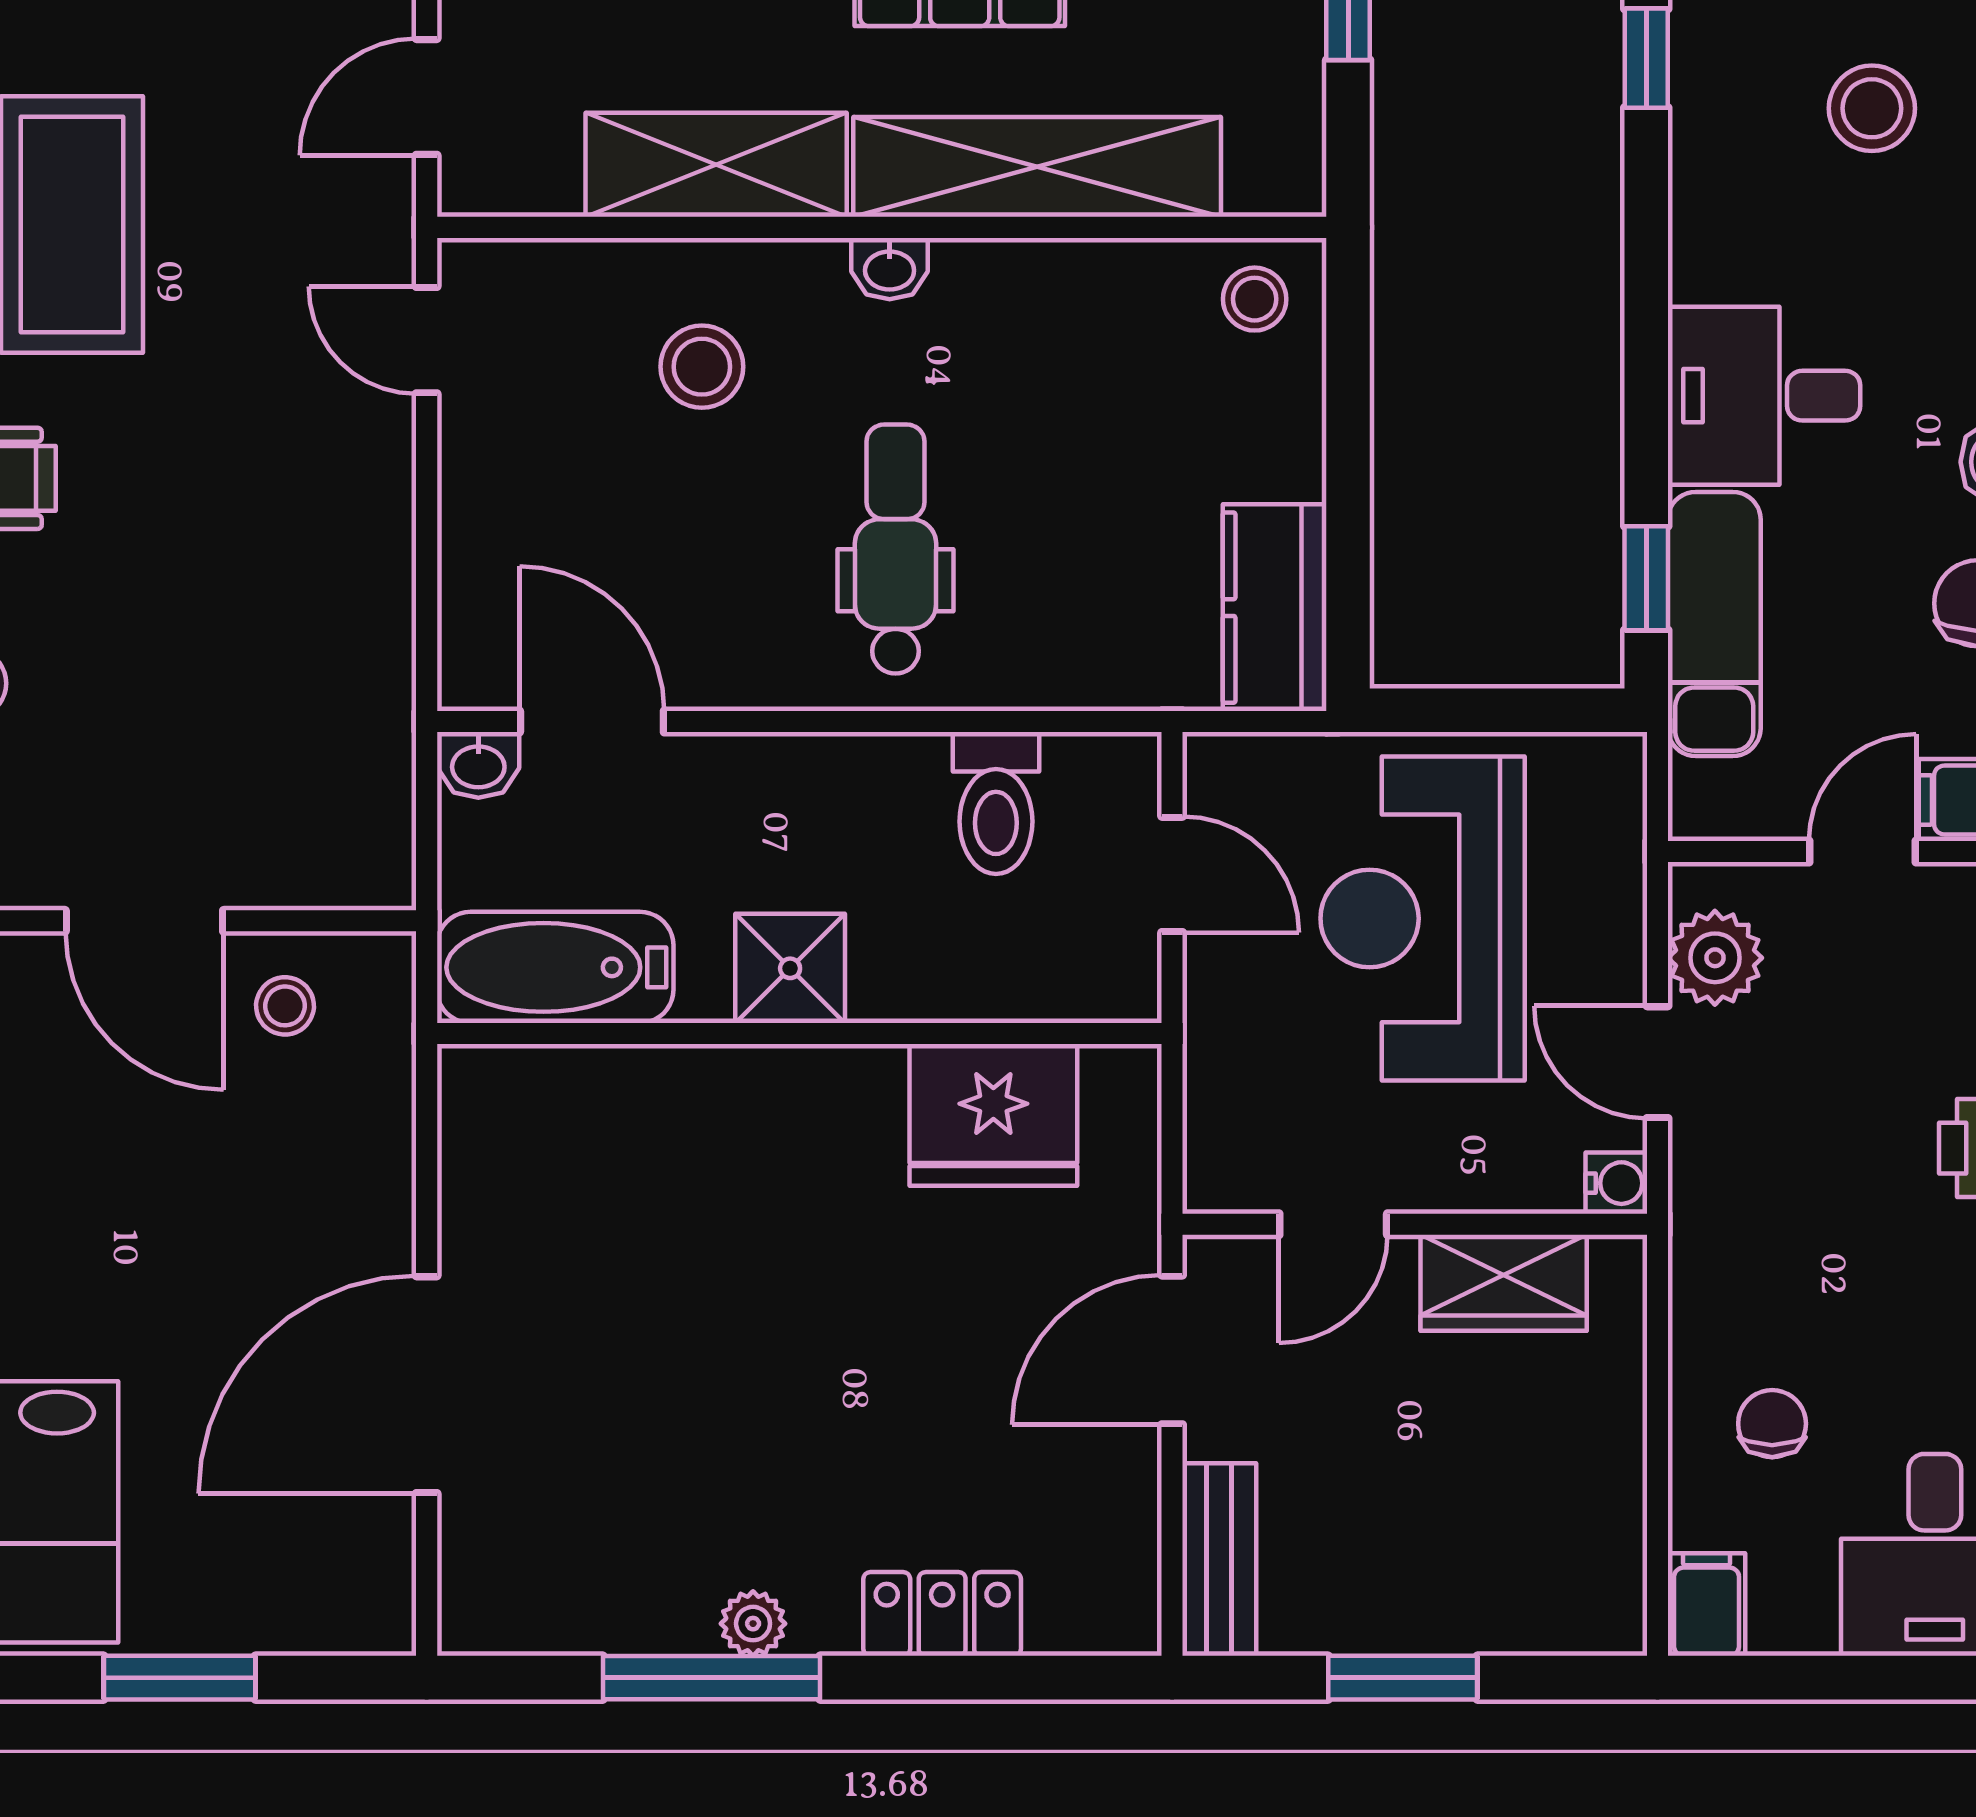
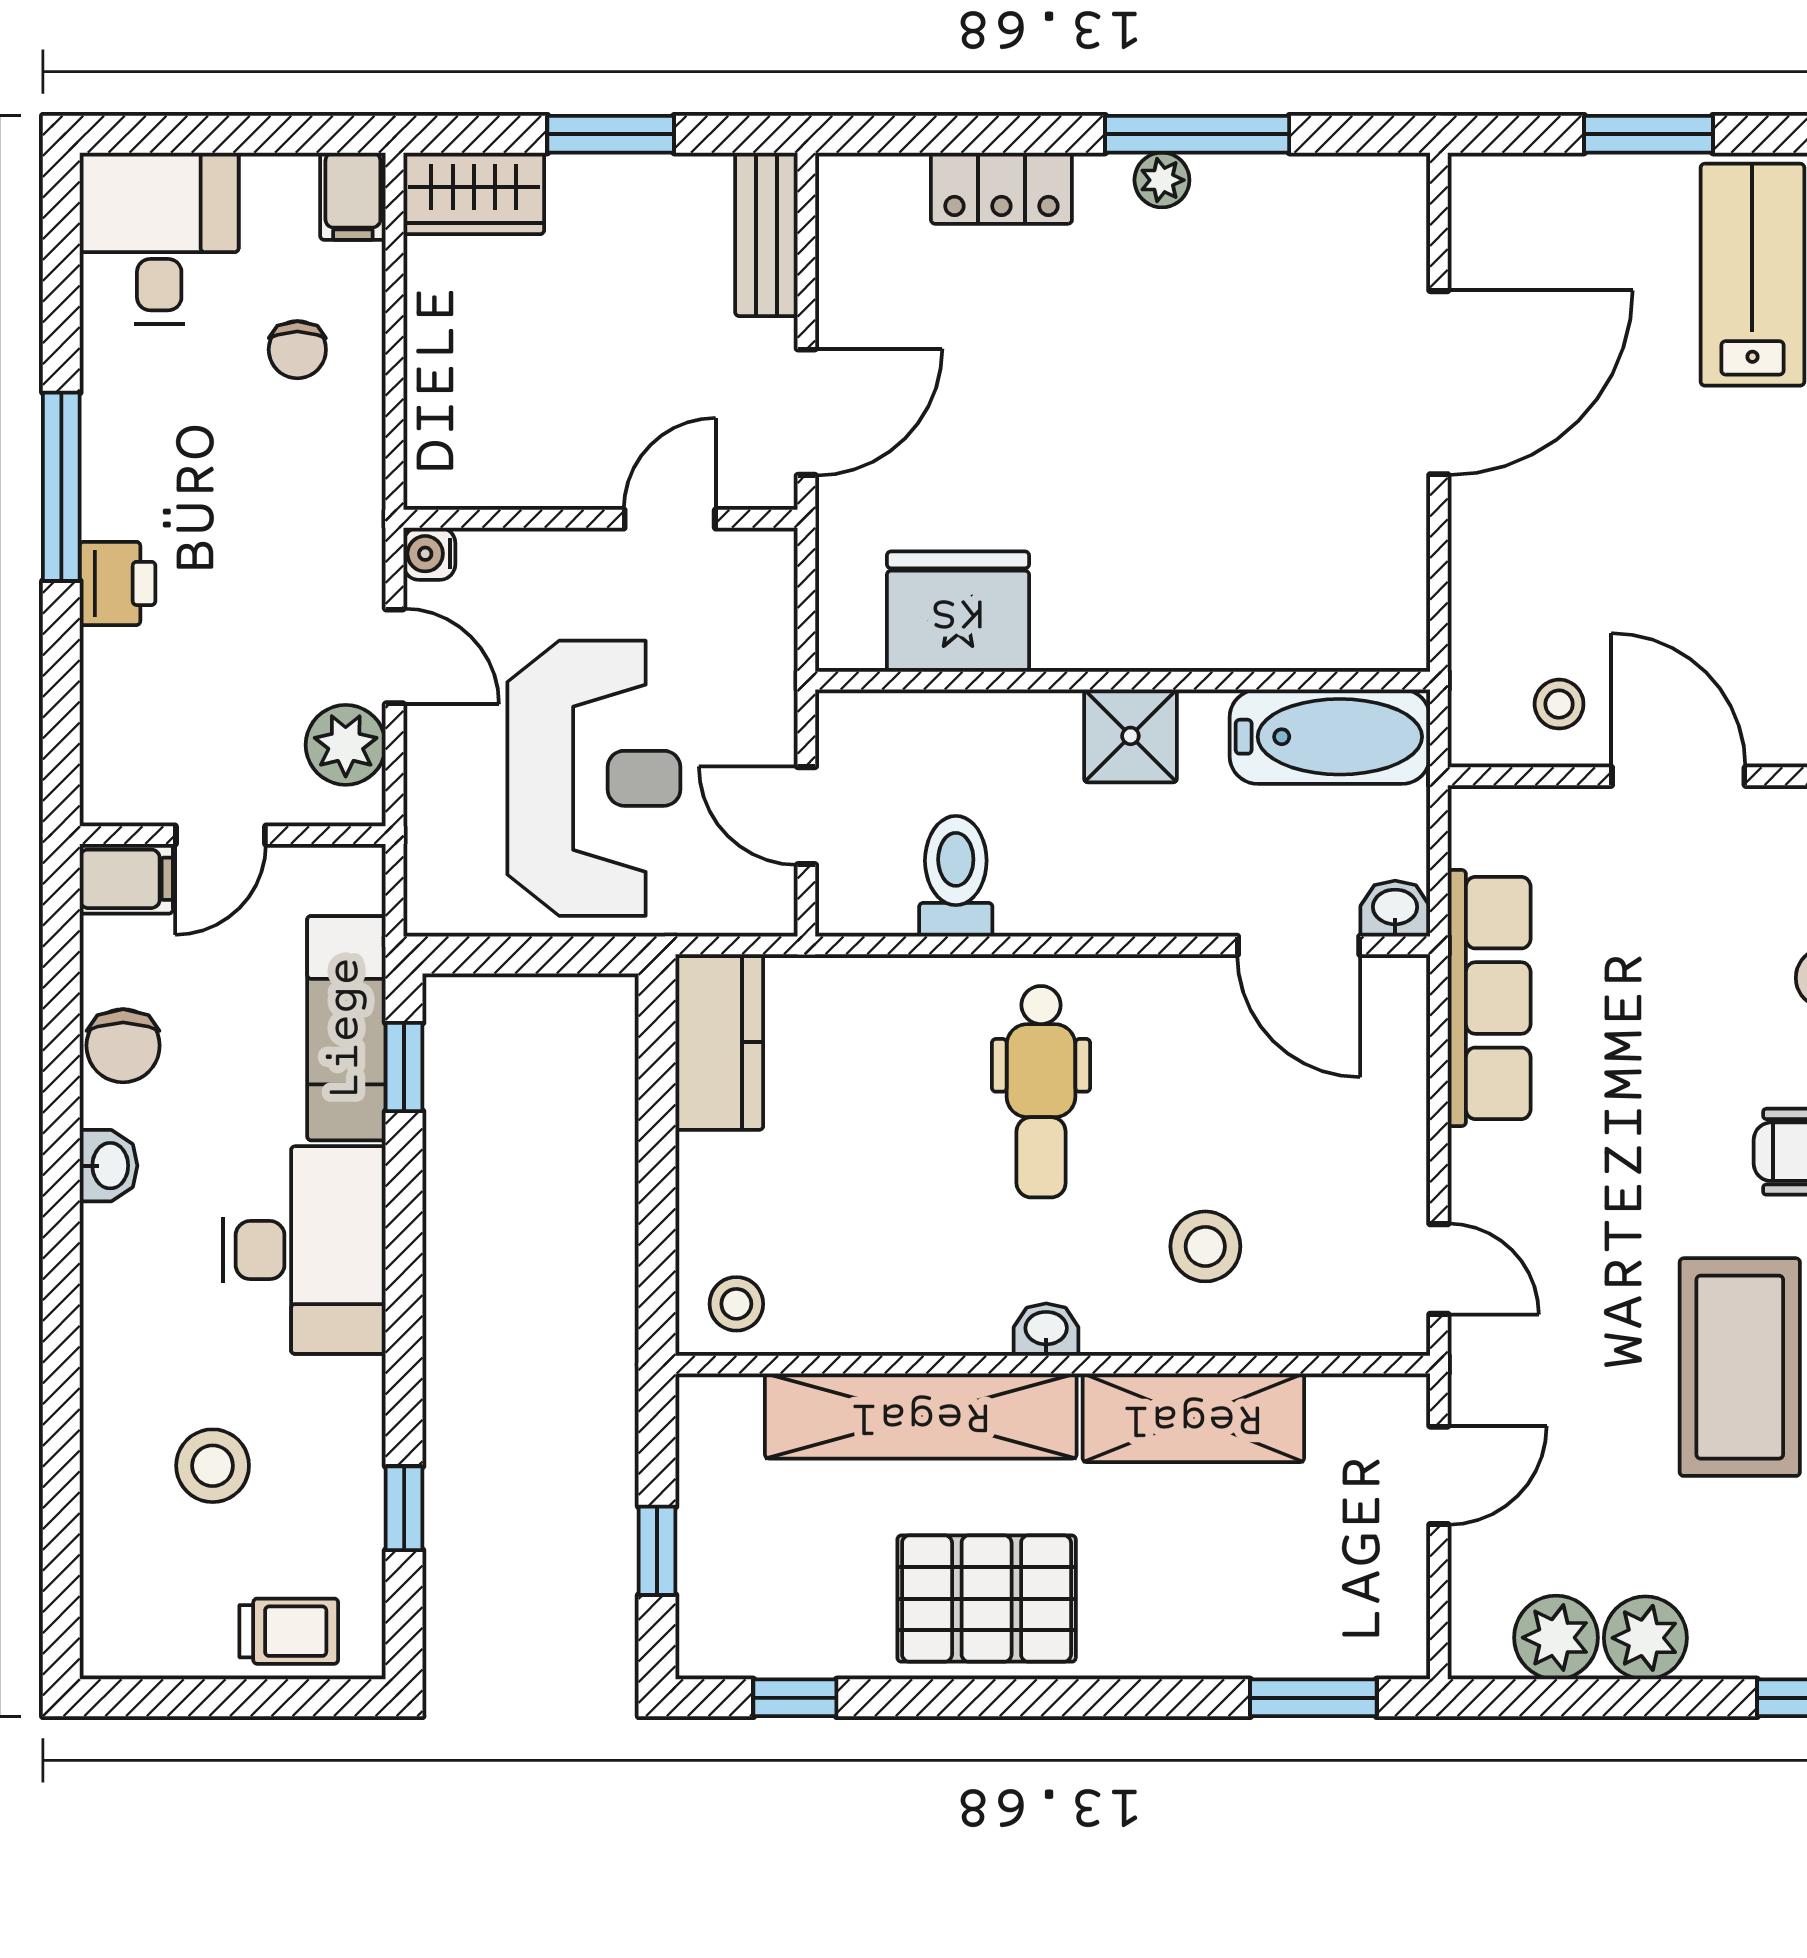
desk: (1764, 396) -> (304, 1250), width x1.37
row of seats: (367, 660) -> (1489, 998), added
wardrobe: (1504, 1283) -> (474, 193), moved, turned 180

